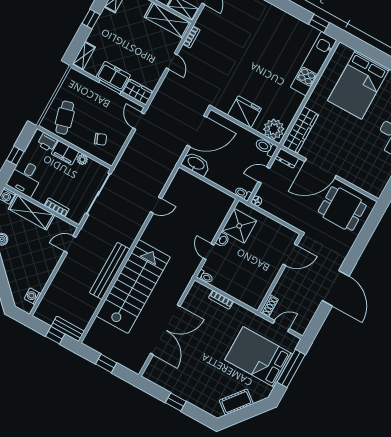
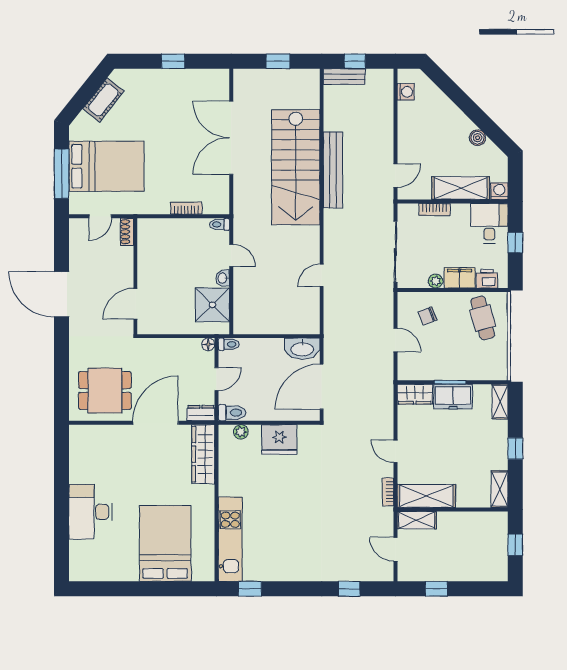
door: (139, 121) -> (395, 340), moved
plant: (274, 129) -> (241, 432), width x0.53, depth x0.53

